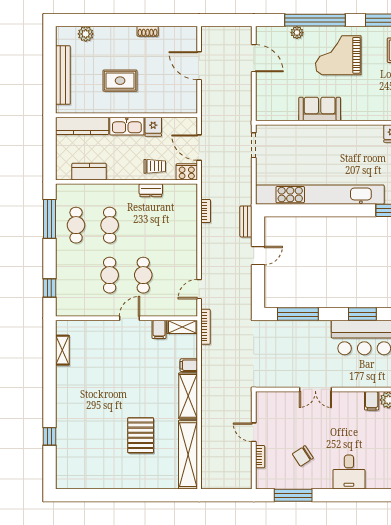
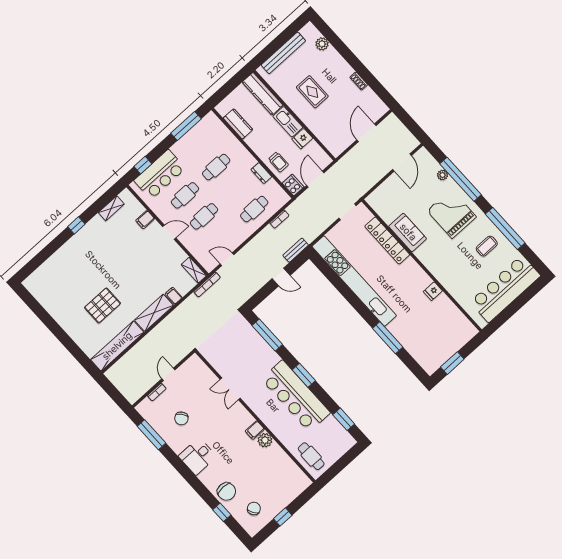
locker: (310, 133) -> (387, 241), added
cafe table: (76, 225) -> (254, 209), moved
bar counter: (71, 281) -> (160, 174), added
filing cabinet: (159, 329) -> (145, 220), moved
window: (49, 436) -> (76, 225), moved
chair: (303, 456) -> (181, 418), turned -94

